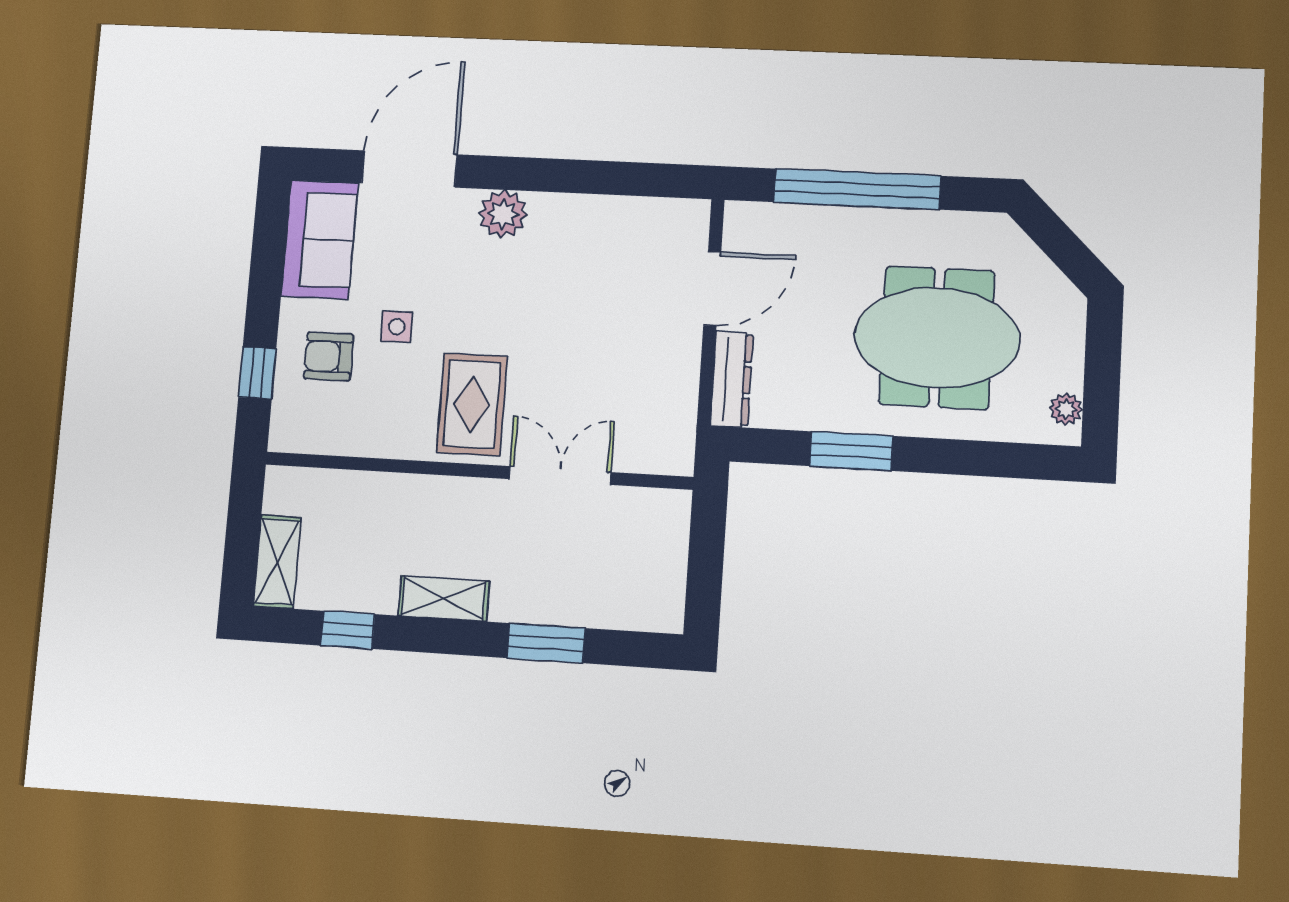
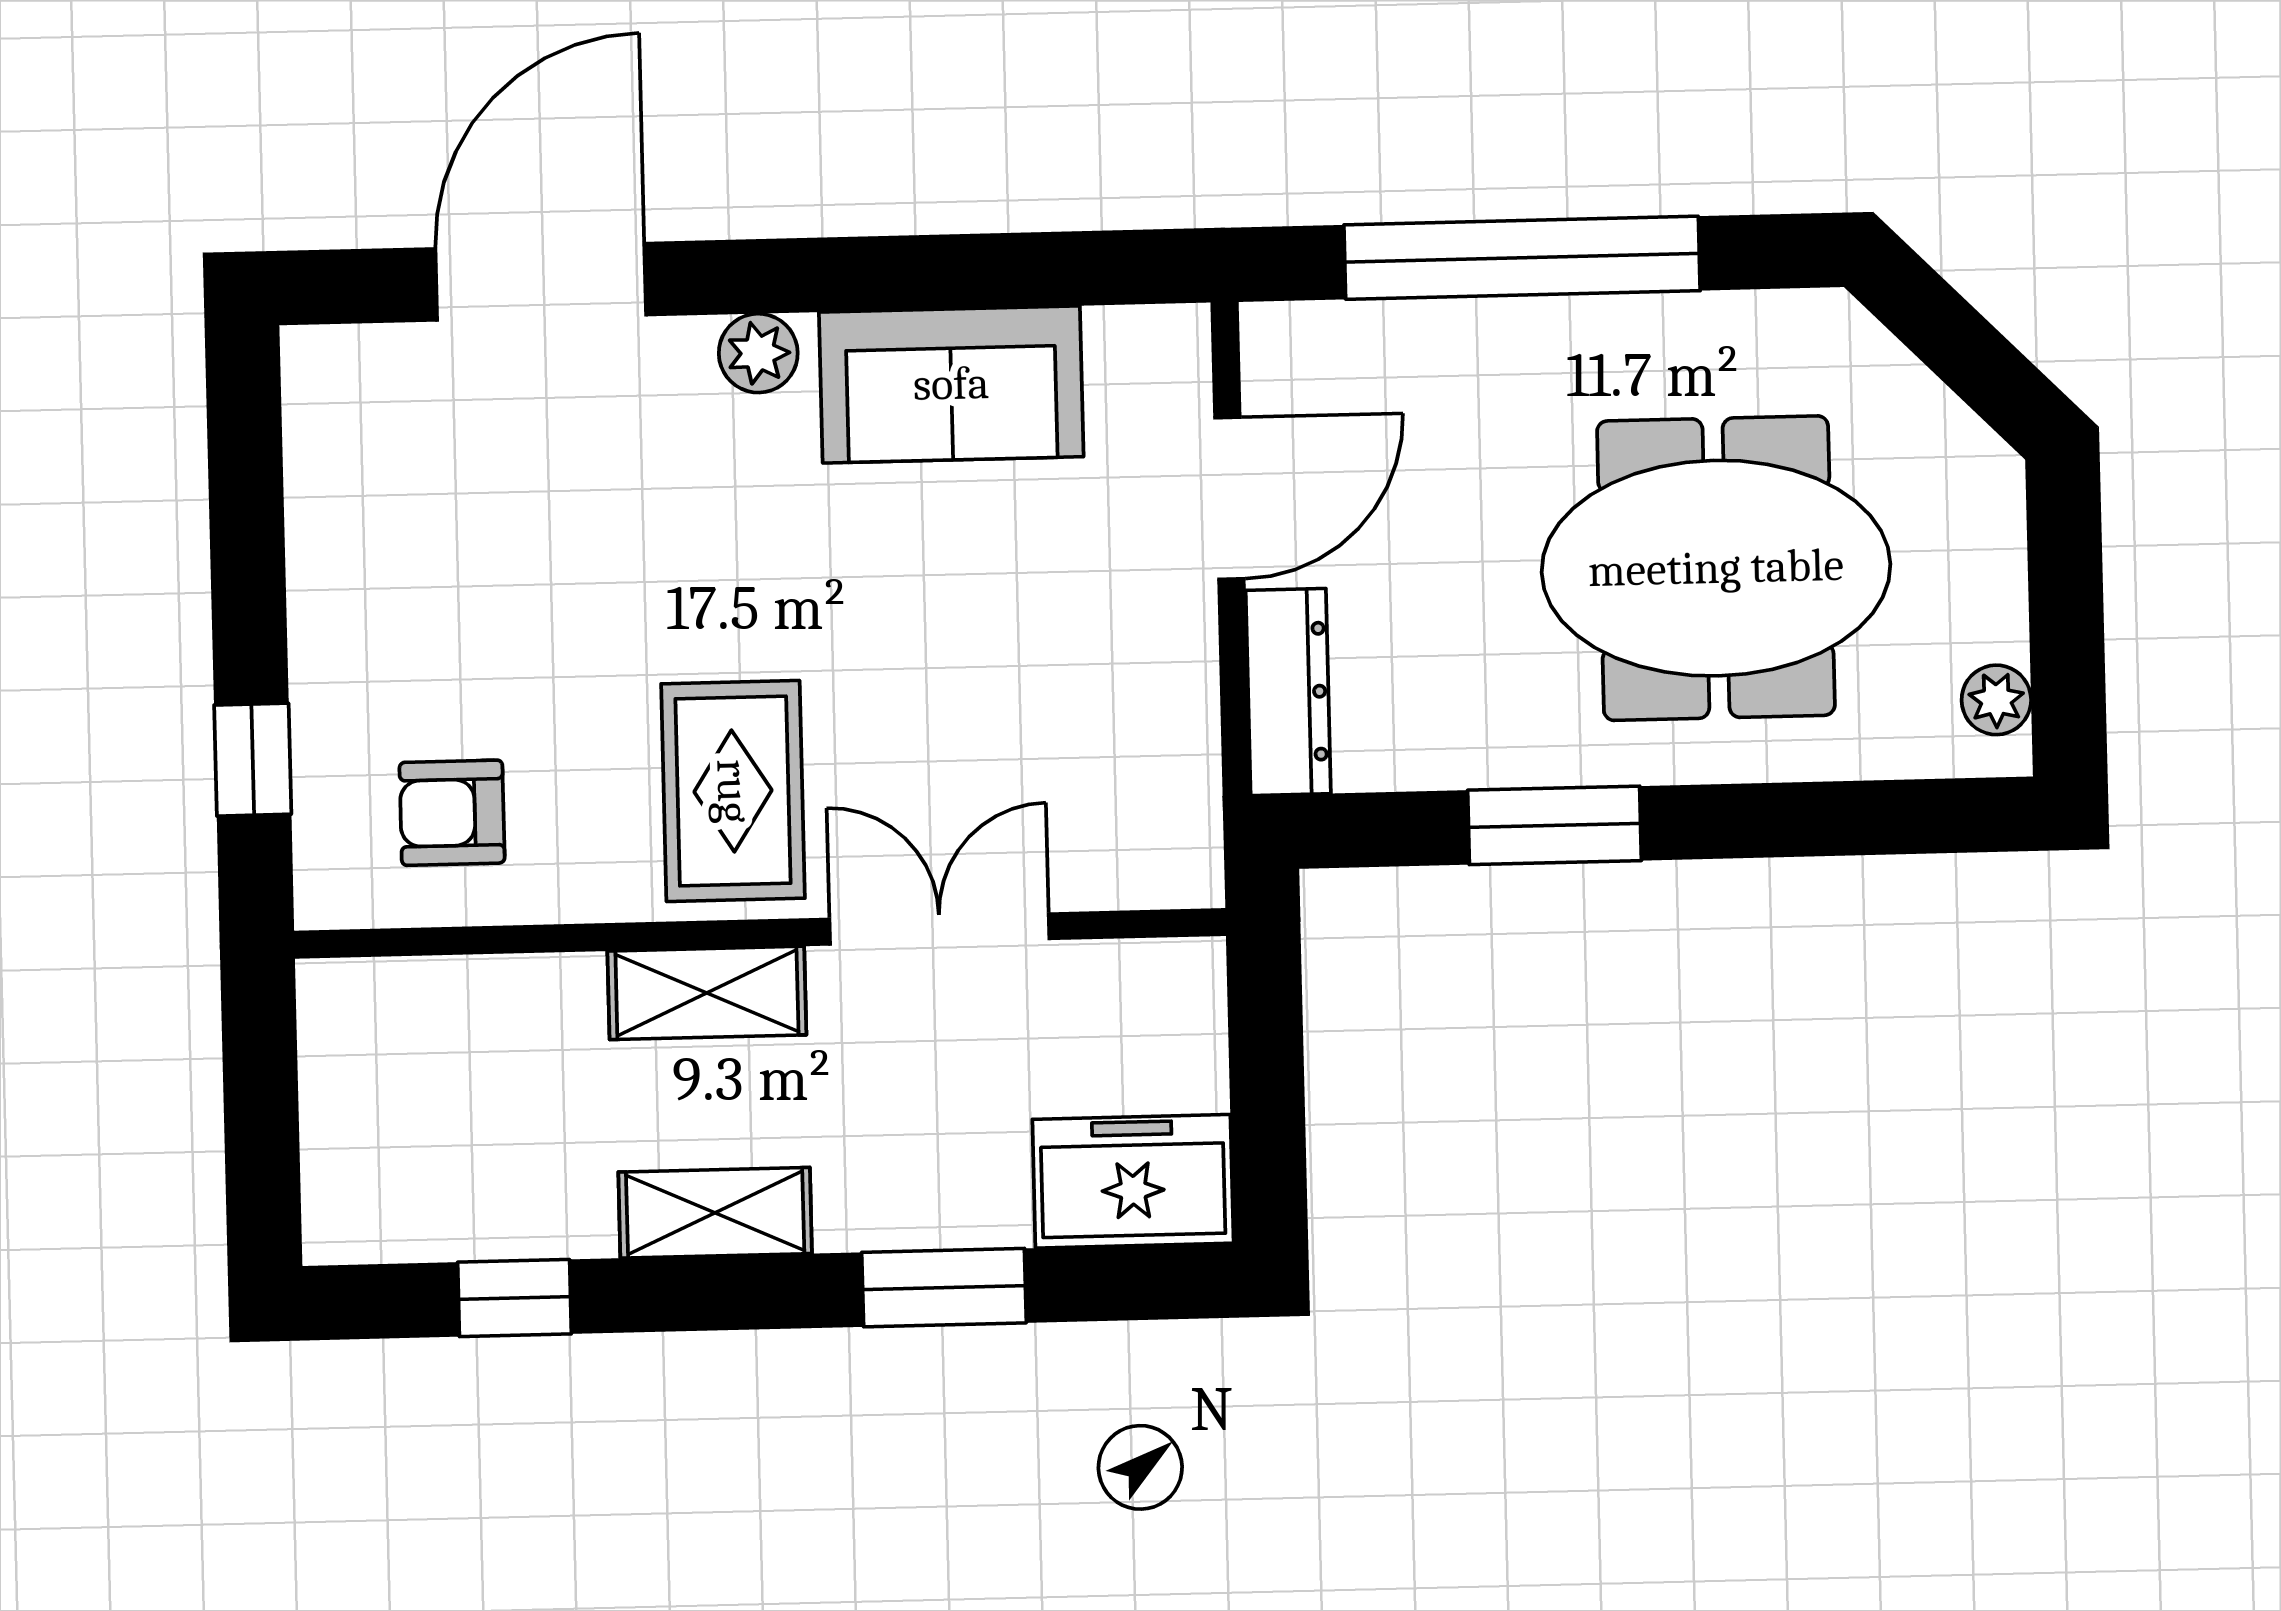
plant: (503, 214) -> (758, 353), width x0.73, depth x0.73
sofa: (320, 240) -> (951, 384), moved, turned 90
side table: (397, 327) -> (550, 634), removed
armchair: (329, 357) -> (452, 813), moved
shelving: (277, 562) -> (707, 993), moved, turned 90
freezer: (639, 601) -> (1133, 1181), added

